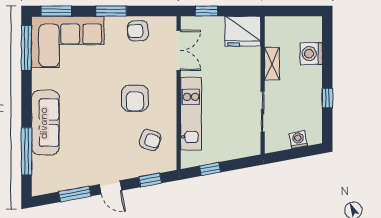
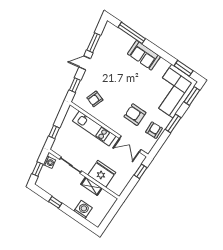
fridge: (243, 31) -> (102, 174), moved, turned 90
window: (26, 48) -> (184, 68), width x0.69
armchair: (135, 98) -> (135, 115), moved
sofa: (45, 123) -> (144, 55), width x0.73
washing machine: (298, 140) -> (49, 162), moved
window: (298, 153) -> (38, 169), added
window: (210, 169) -> (54, 132), moved

